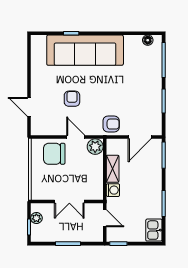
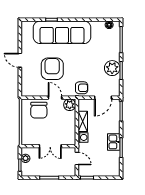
plant: (152, 98) -> (112, 68), added
armchair: (72, 99) -> (52, 69), width x1.88, depth x1.88
door: (29, 107) -> (20, 60), moved
chair: (54, 154) -> (39, 110), turned -90
kitchen sink: (154, 230) -> (114, 142), moved

